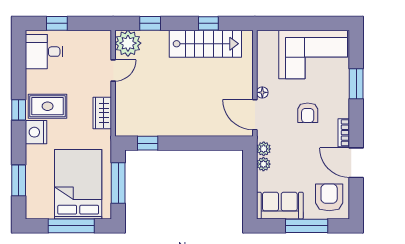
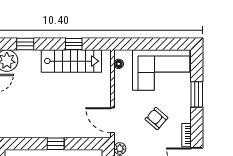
floor lamp: (262, 92) -> (119, 64), moved
armchair: (308, 113) -> (156, 118), turned 131
window: (148, 143) -> (56, 144), moved

